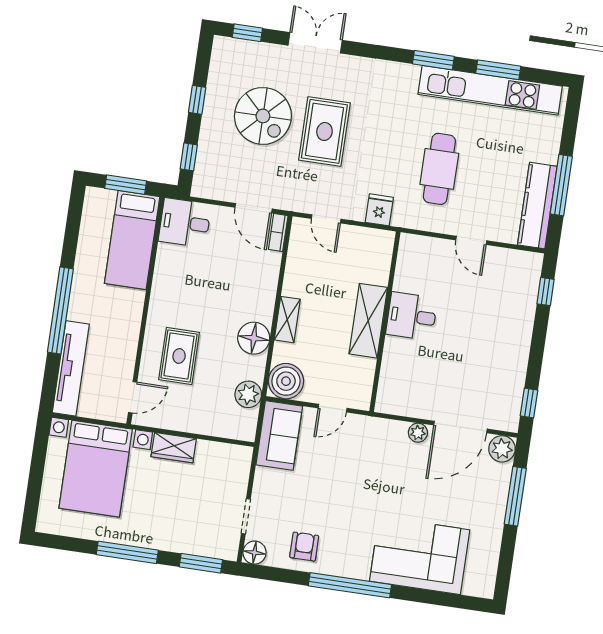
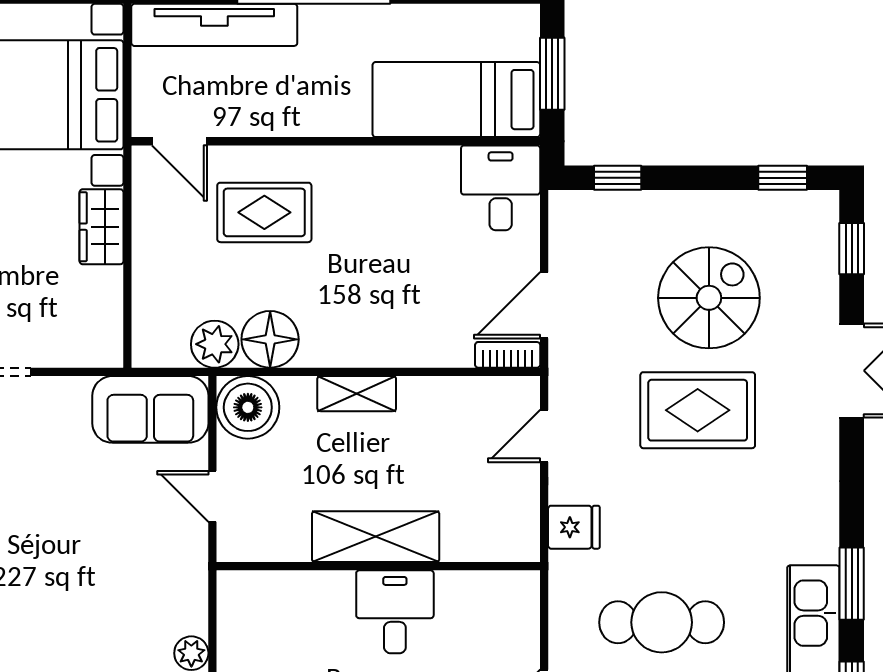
window: (197, 100) -> (783, 178), moved
spiral stairs: (263, 116) -> (709, 298), turned 180
floor lamp: (254, 338) -> (270, 339), moved

